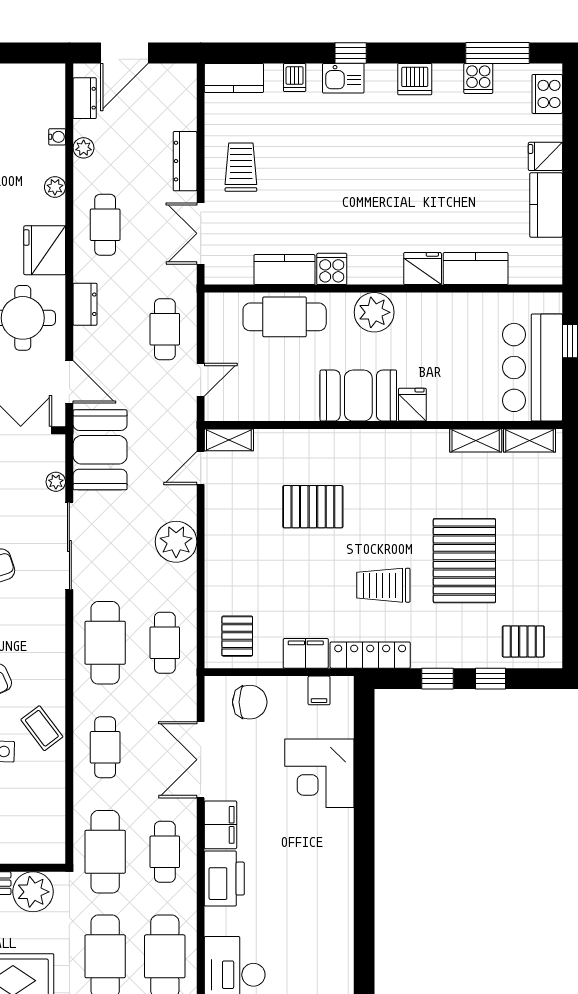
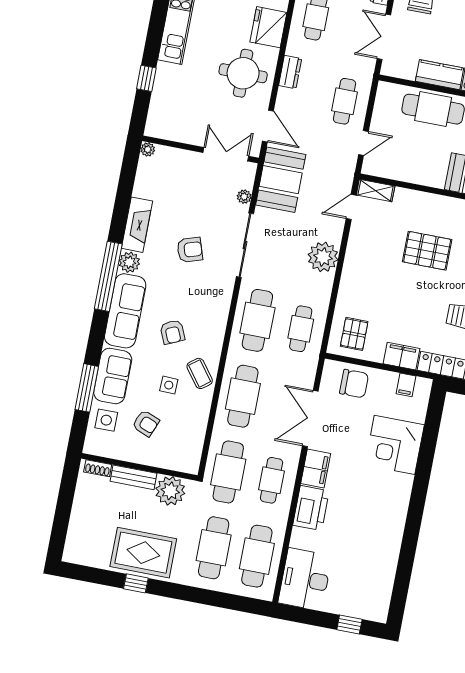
cafe table: (105, 747) -> (243, 396), width x1.37, depth x1.35

